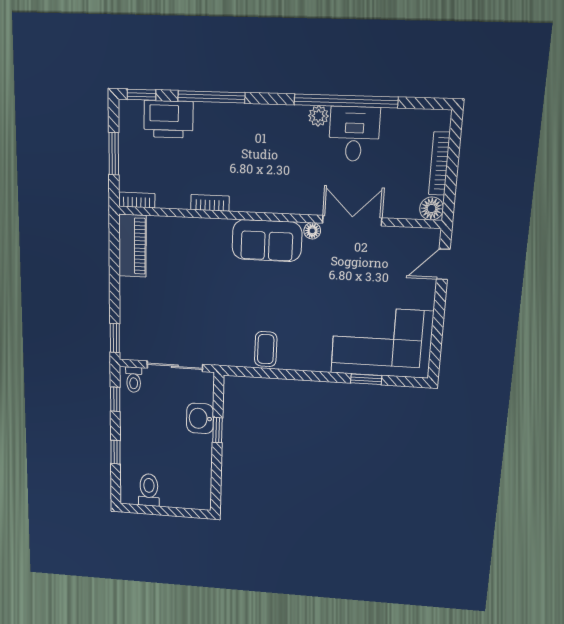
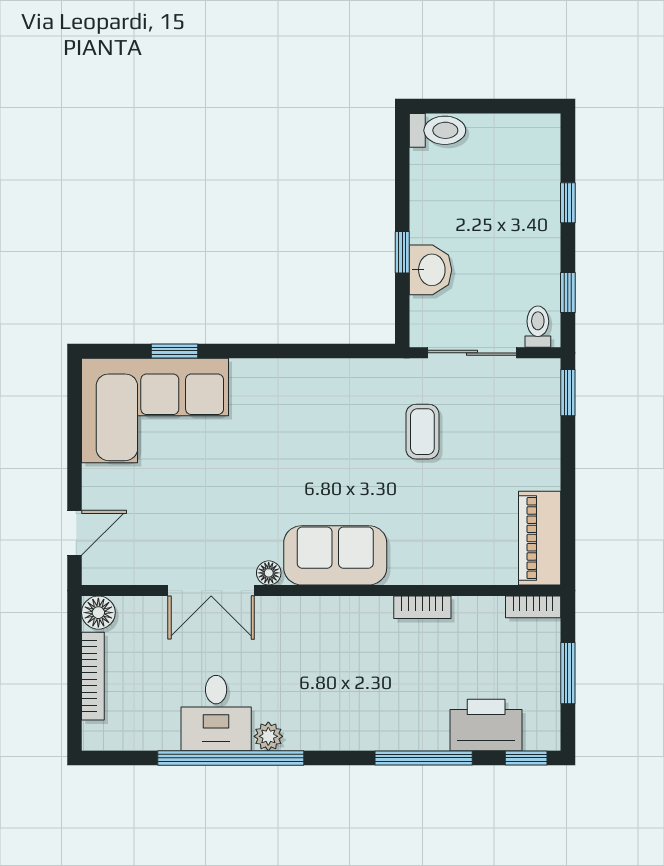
coffee table: (266, 349) -> (422, 432), moved
toilet: (149, 490) -> (437, 130), moved, turned -90

